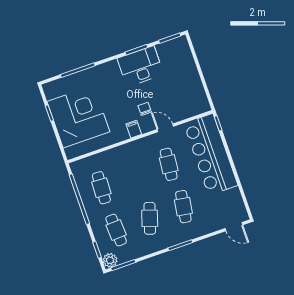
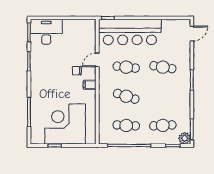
desk: (140, 66) -> (46, 32), moved, turned 90
cafe table: (150, 218) -> (126, 96), moved

